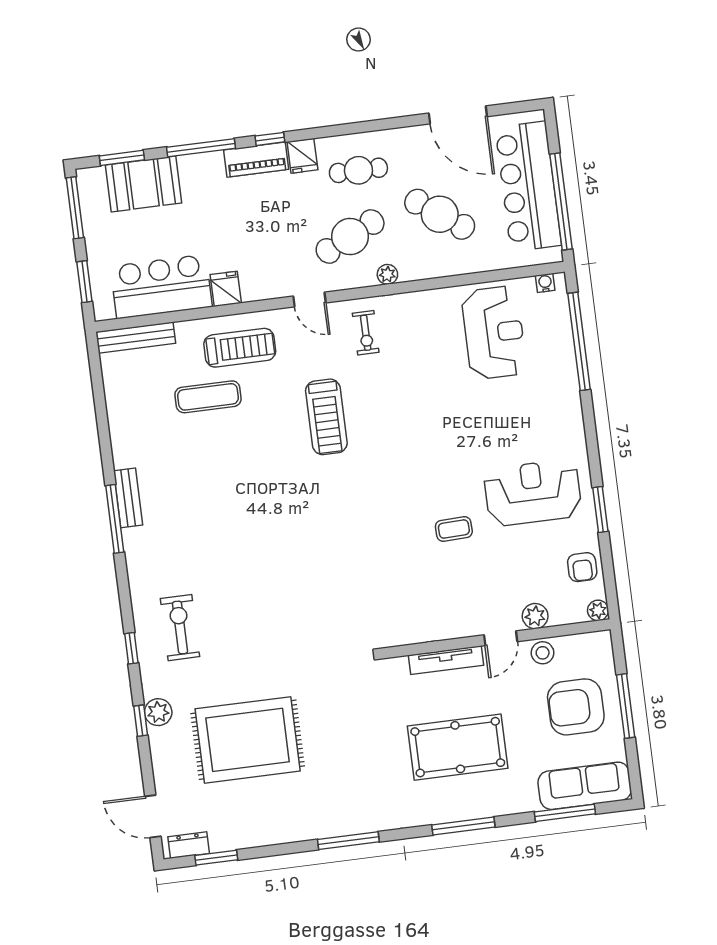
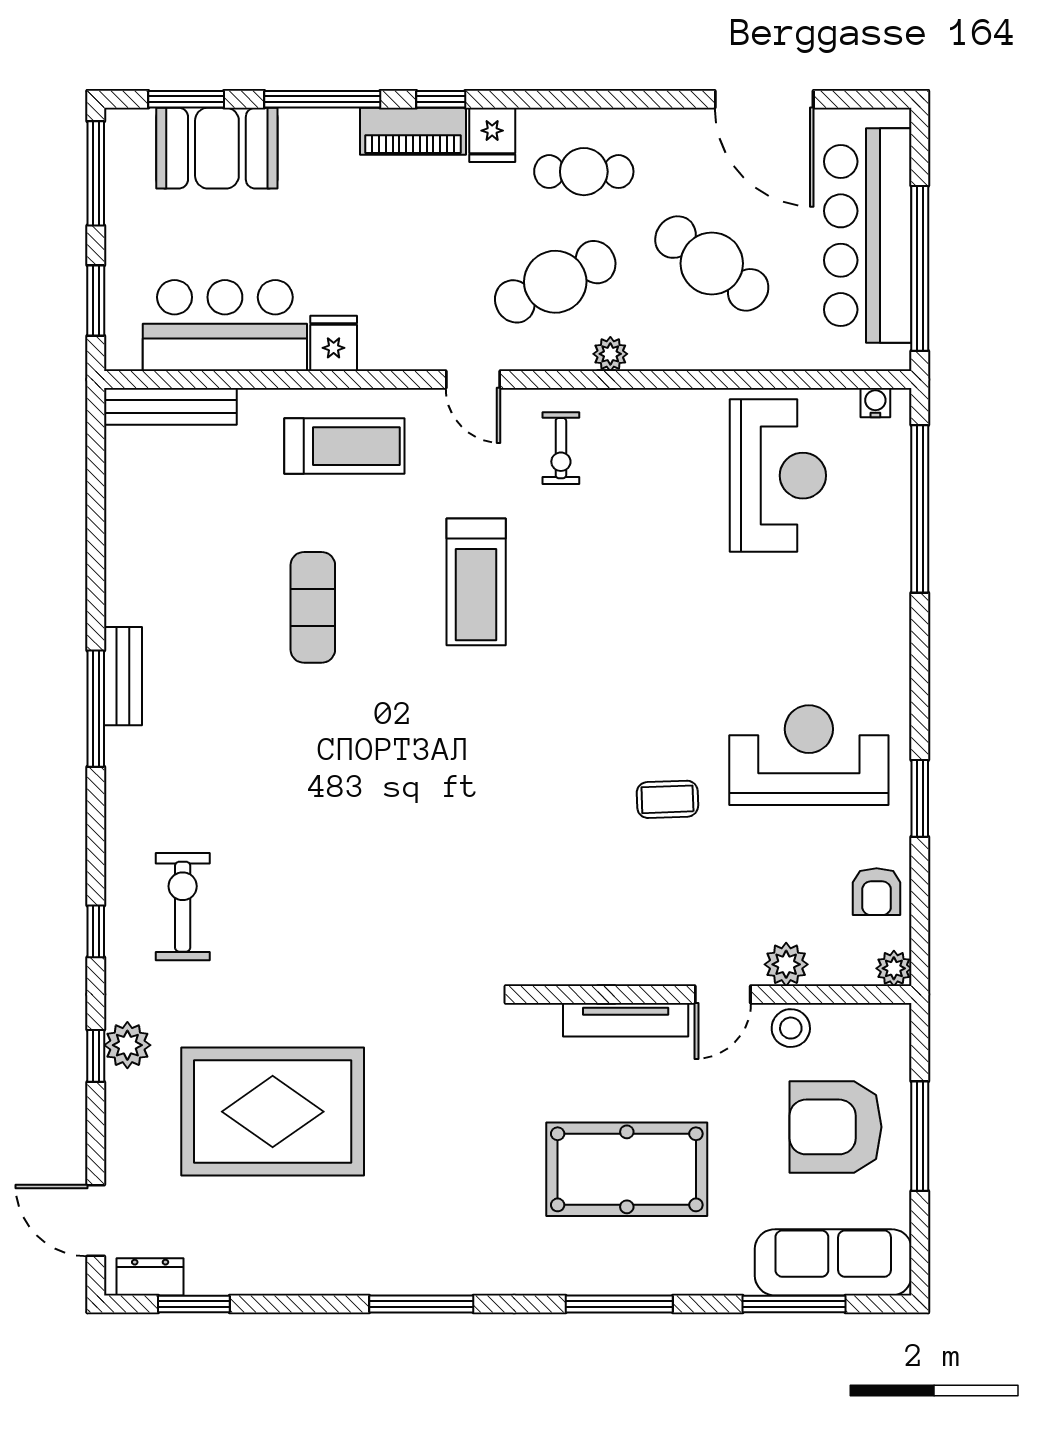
exercise mat: (208, 397) -> (313, 607), moved, turned 90

